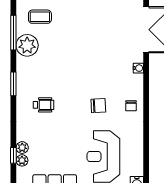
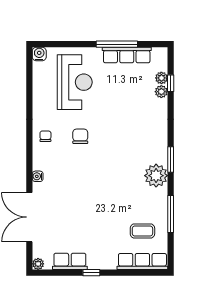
plant: (27, 45) -> (156, 176), moved
wheelchair: (43, 105) -> (139, 137), removed
chair: (98, 106) -> (80, 136), turned 93

